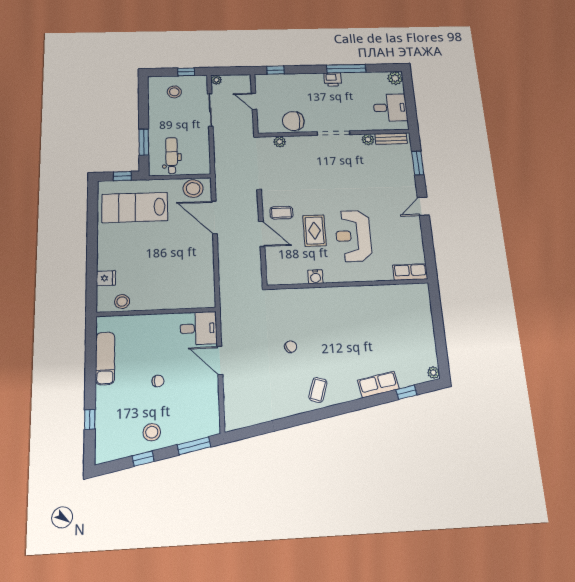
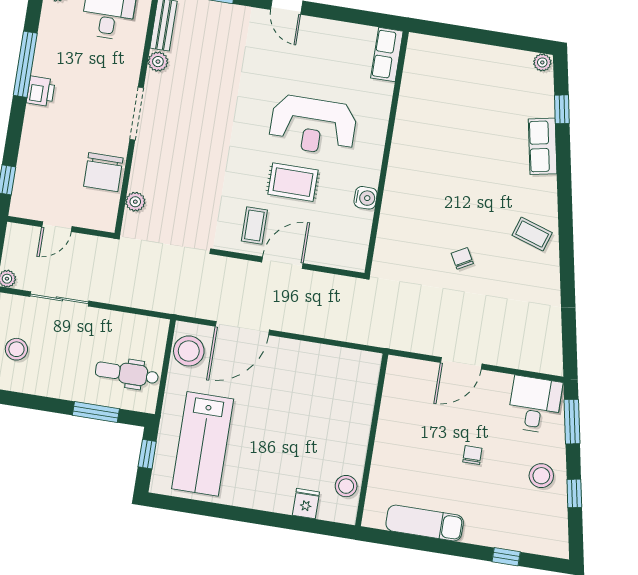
desk: (198, 328) -> (535, 405), moved

